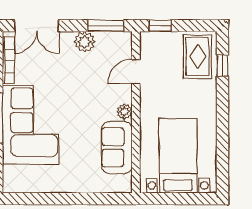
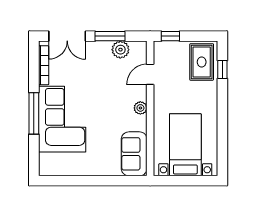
window: (106, 26) -> (110, 36), moved
plant: (84, 42) -> (120, 50), moved
sofa: (117, 147) -> (134, 154), moved

